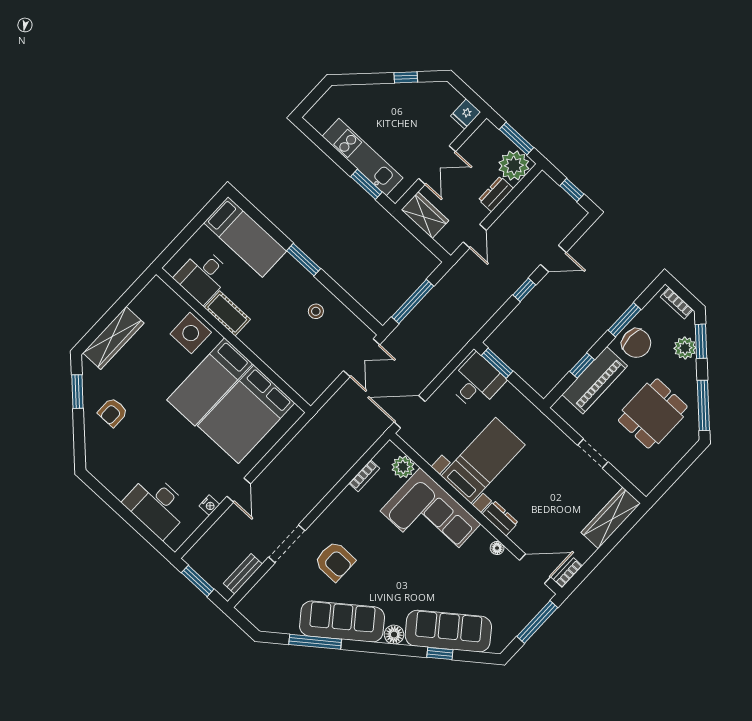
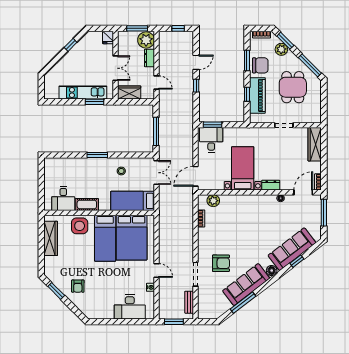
bed: (245, 237) -> (133, 201), moved, turned 180
wardrobe: (113, 338) -> (51, 238), moved
corner sofa: (430, 517) -> (243, 211), removed

